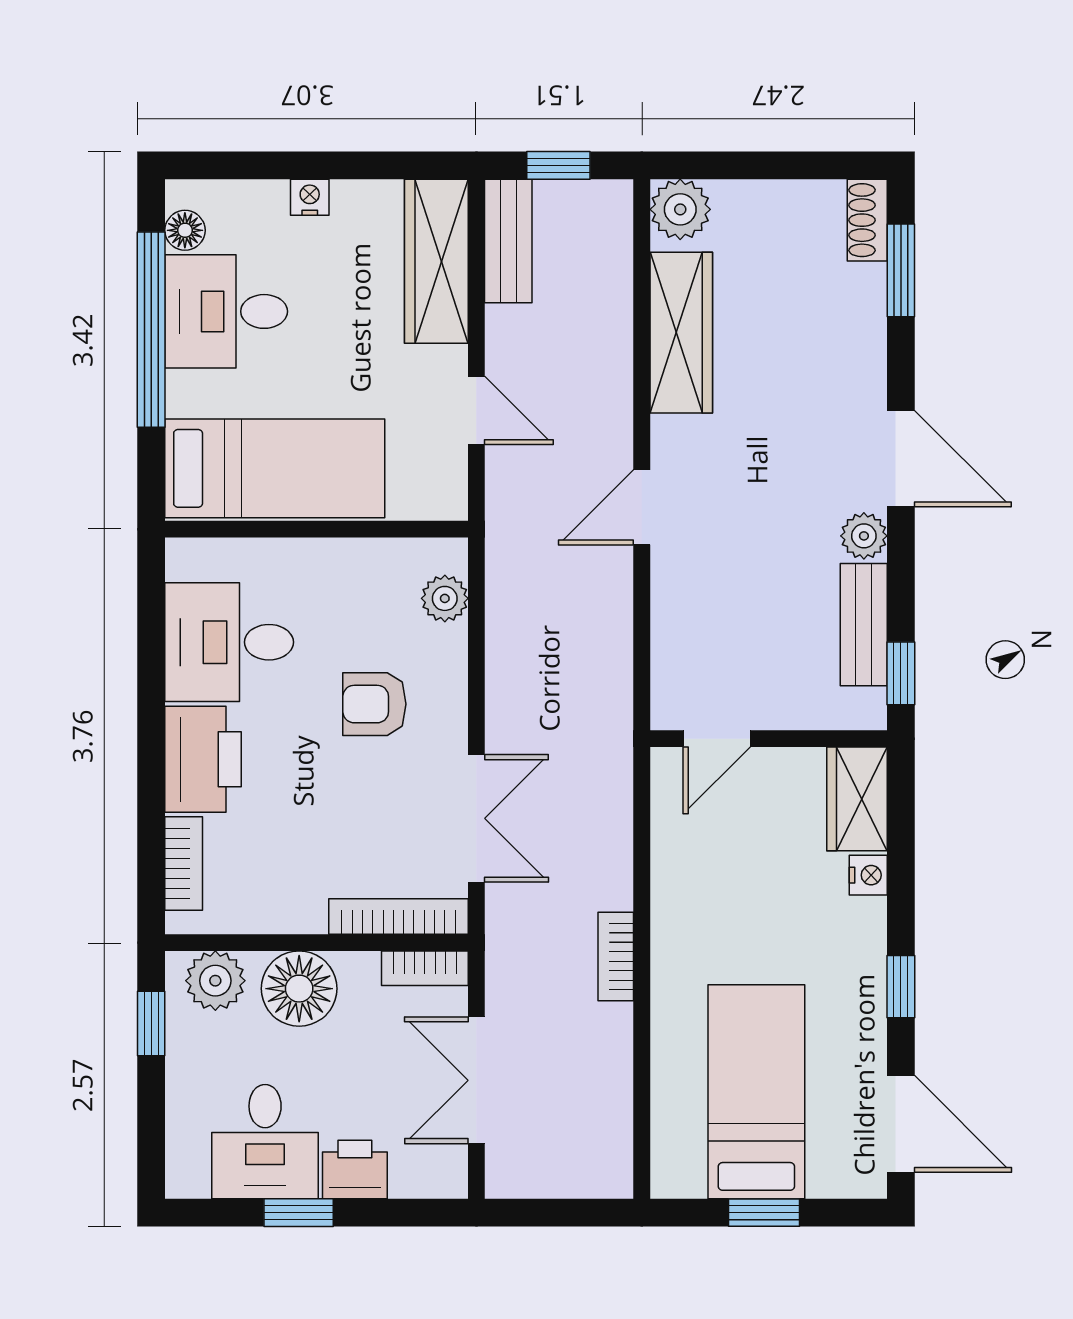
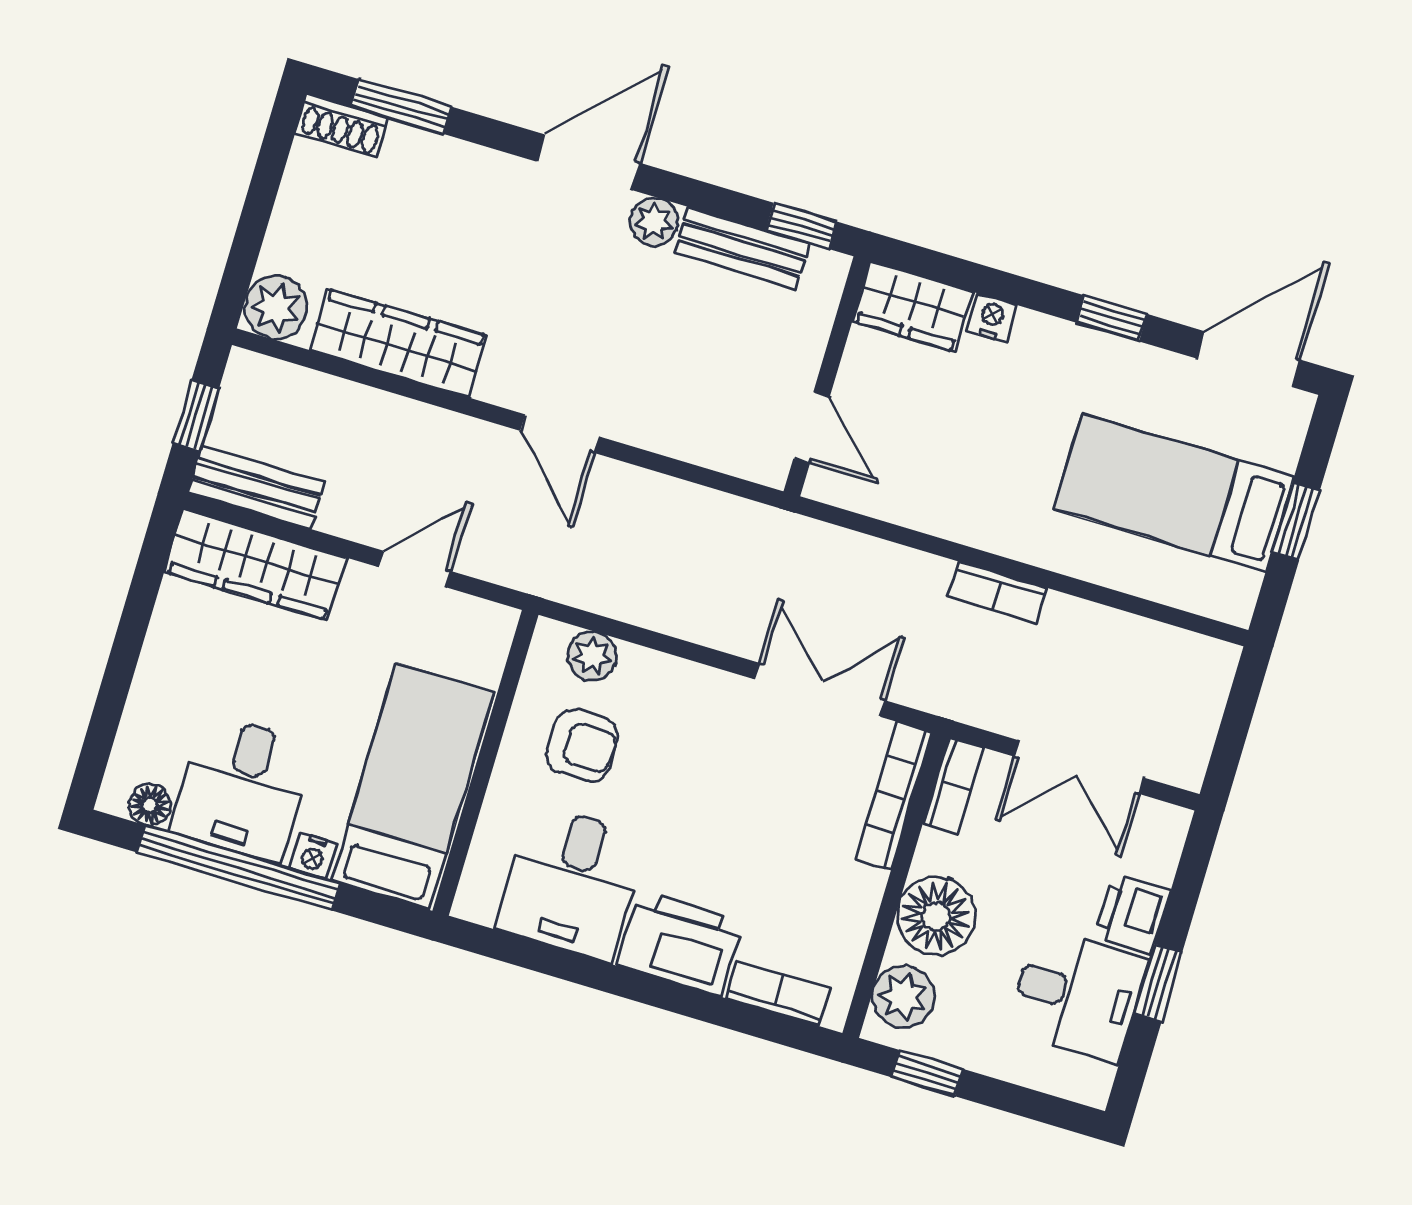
nightstand: (310, 197) -> (313, 856), moved, turned -90
armchair: (374, 704) -> (582, 745), moved, turned -90

